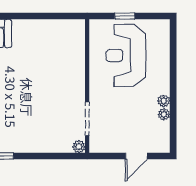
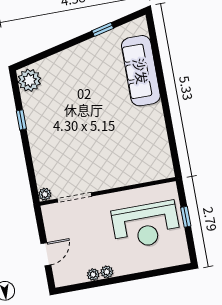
reception desk: (126, 55) -> (146, 225), turned 180
door: (136, 156) -> (46, 254), swing flipped

